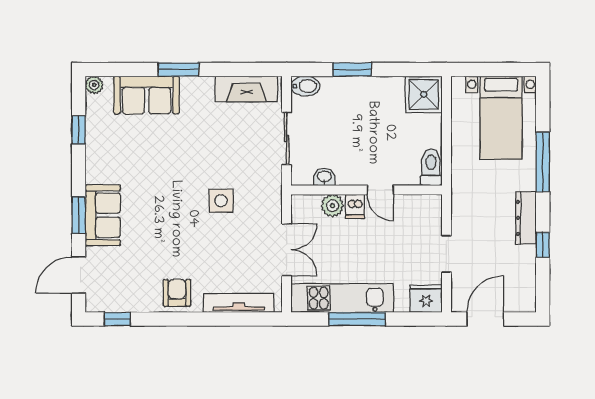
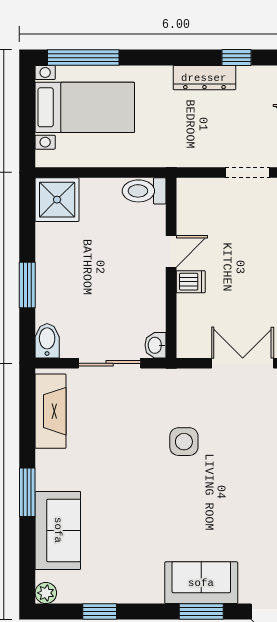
window: (543, 162) -> (83, 58), moved
washbasin: (324, 177) -> (155, 345), moved
plant: (332, 206) -> (190, 309), removed

